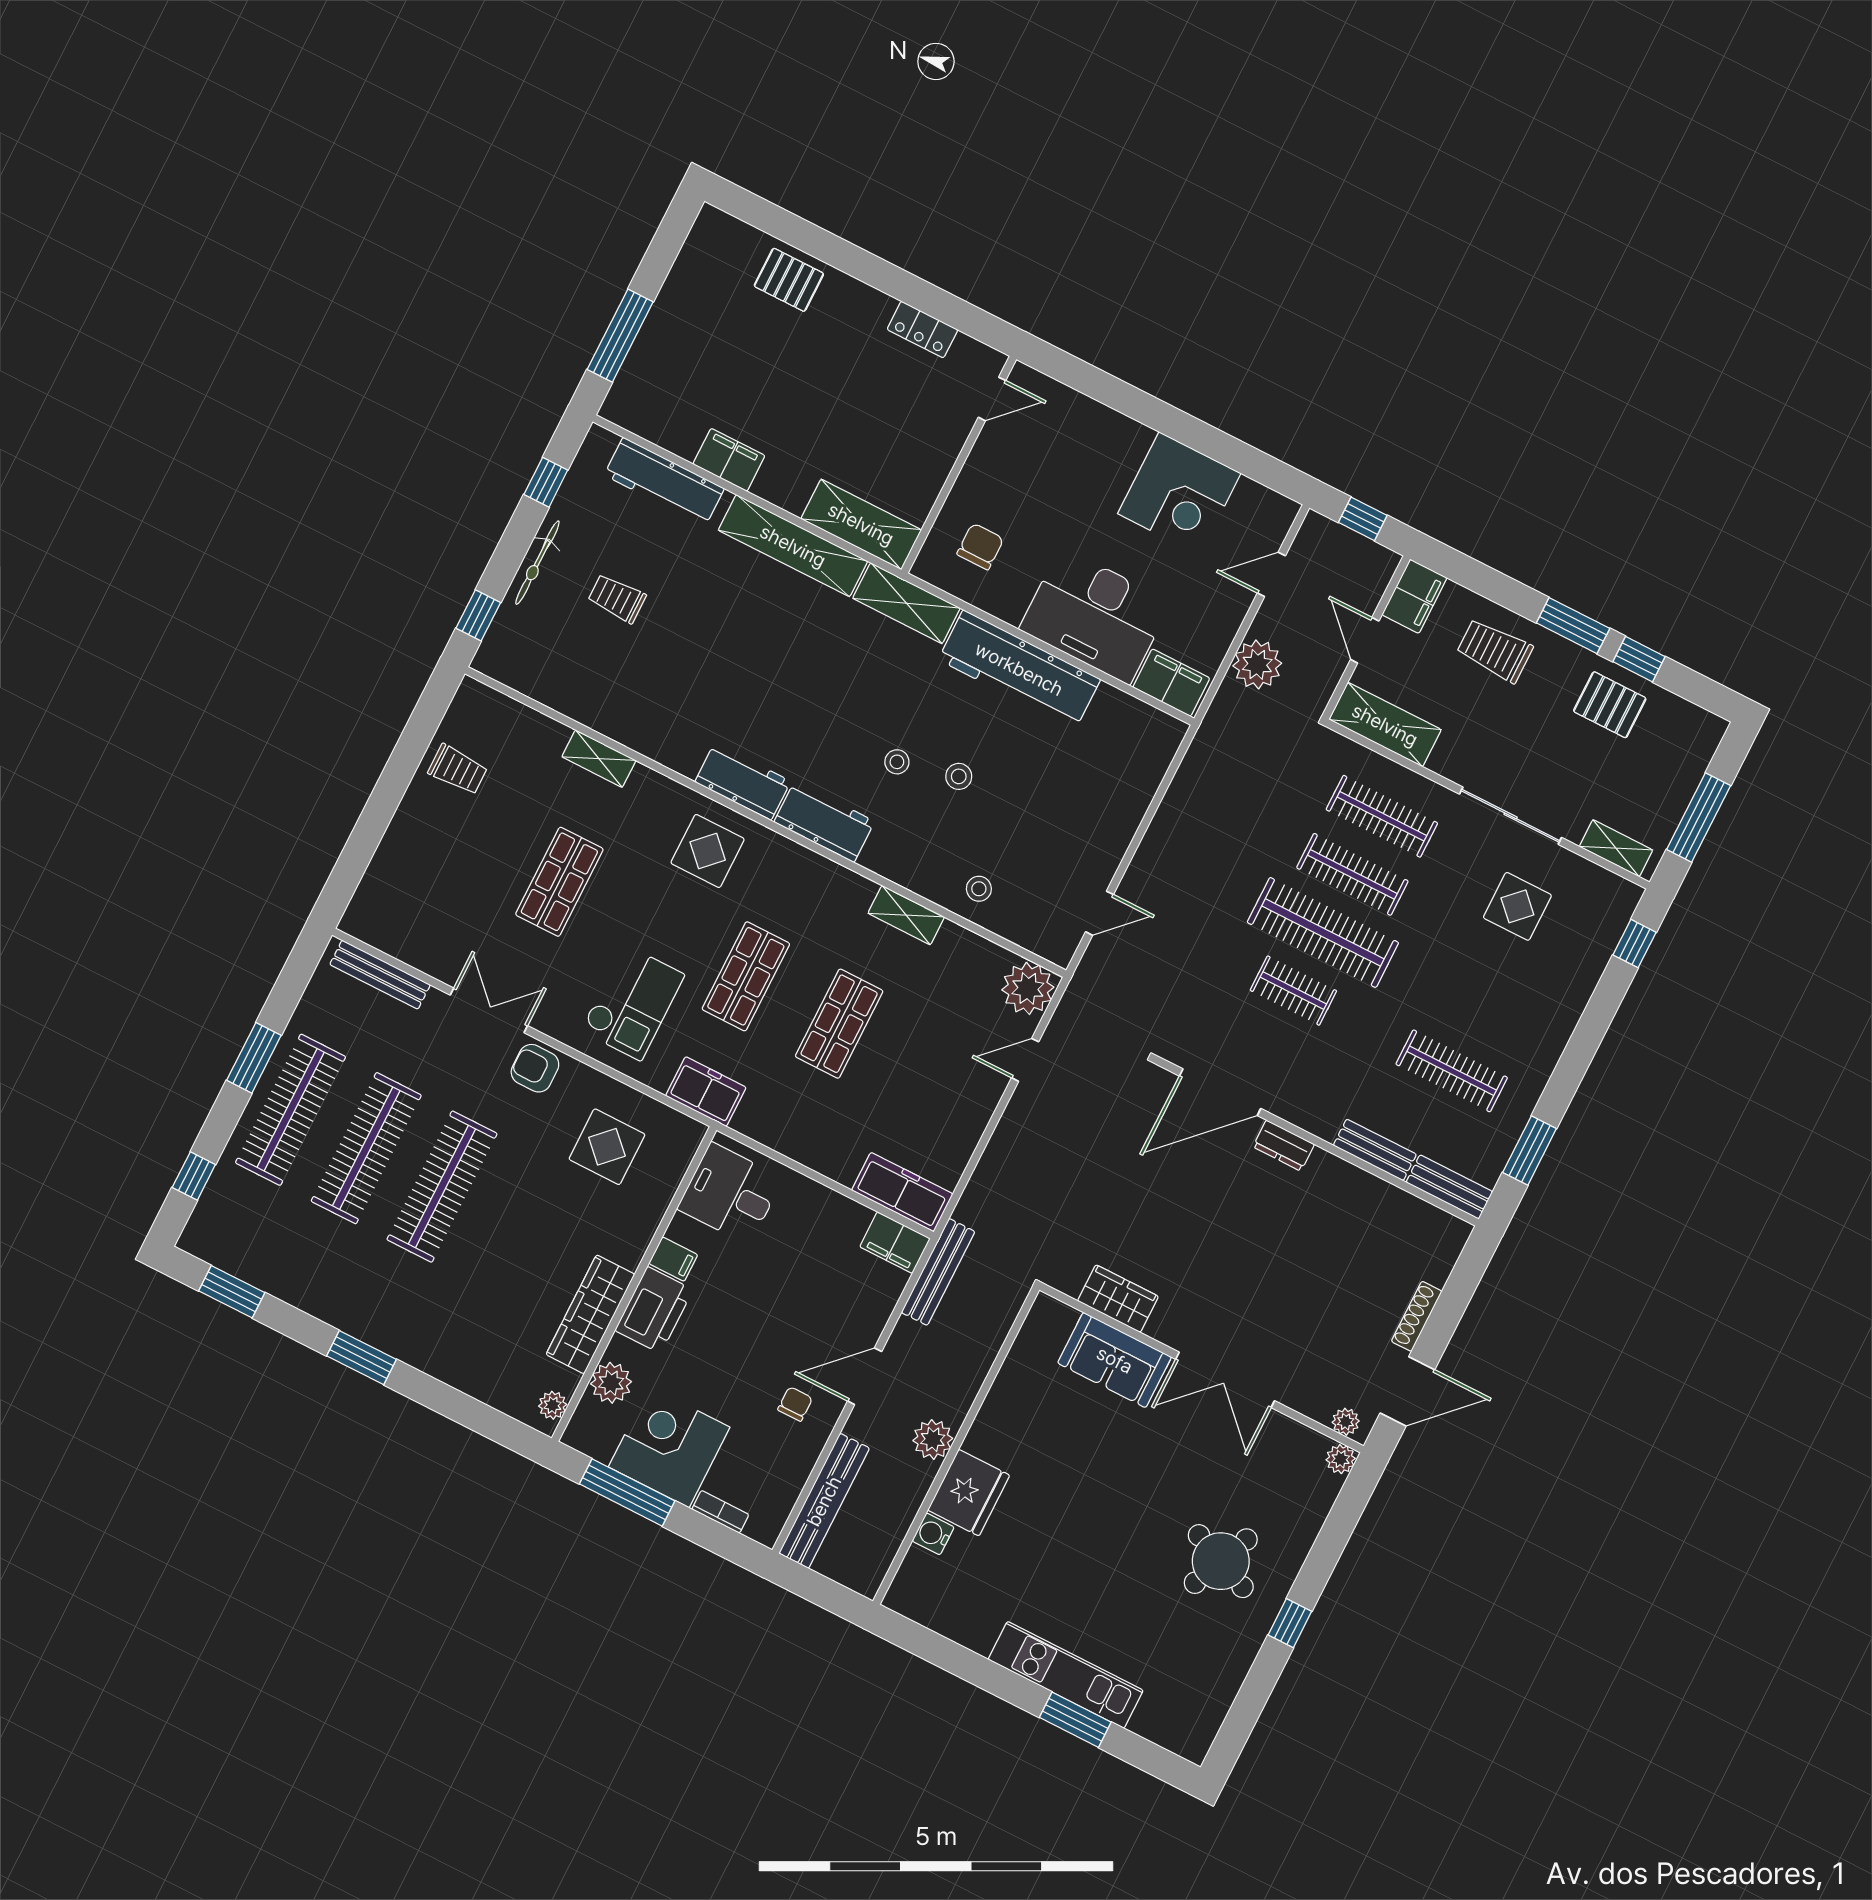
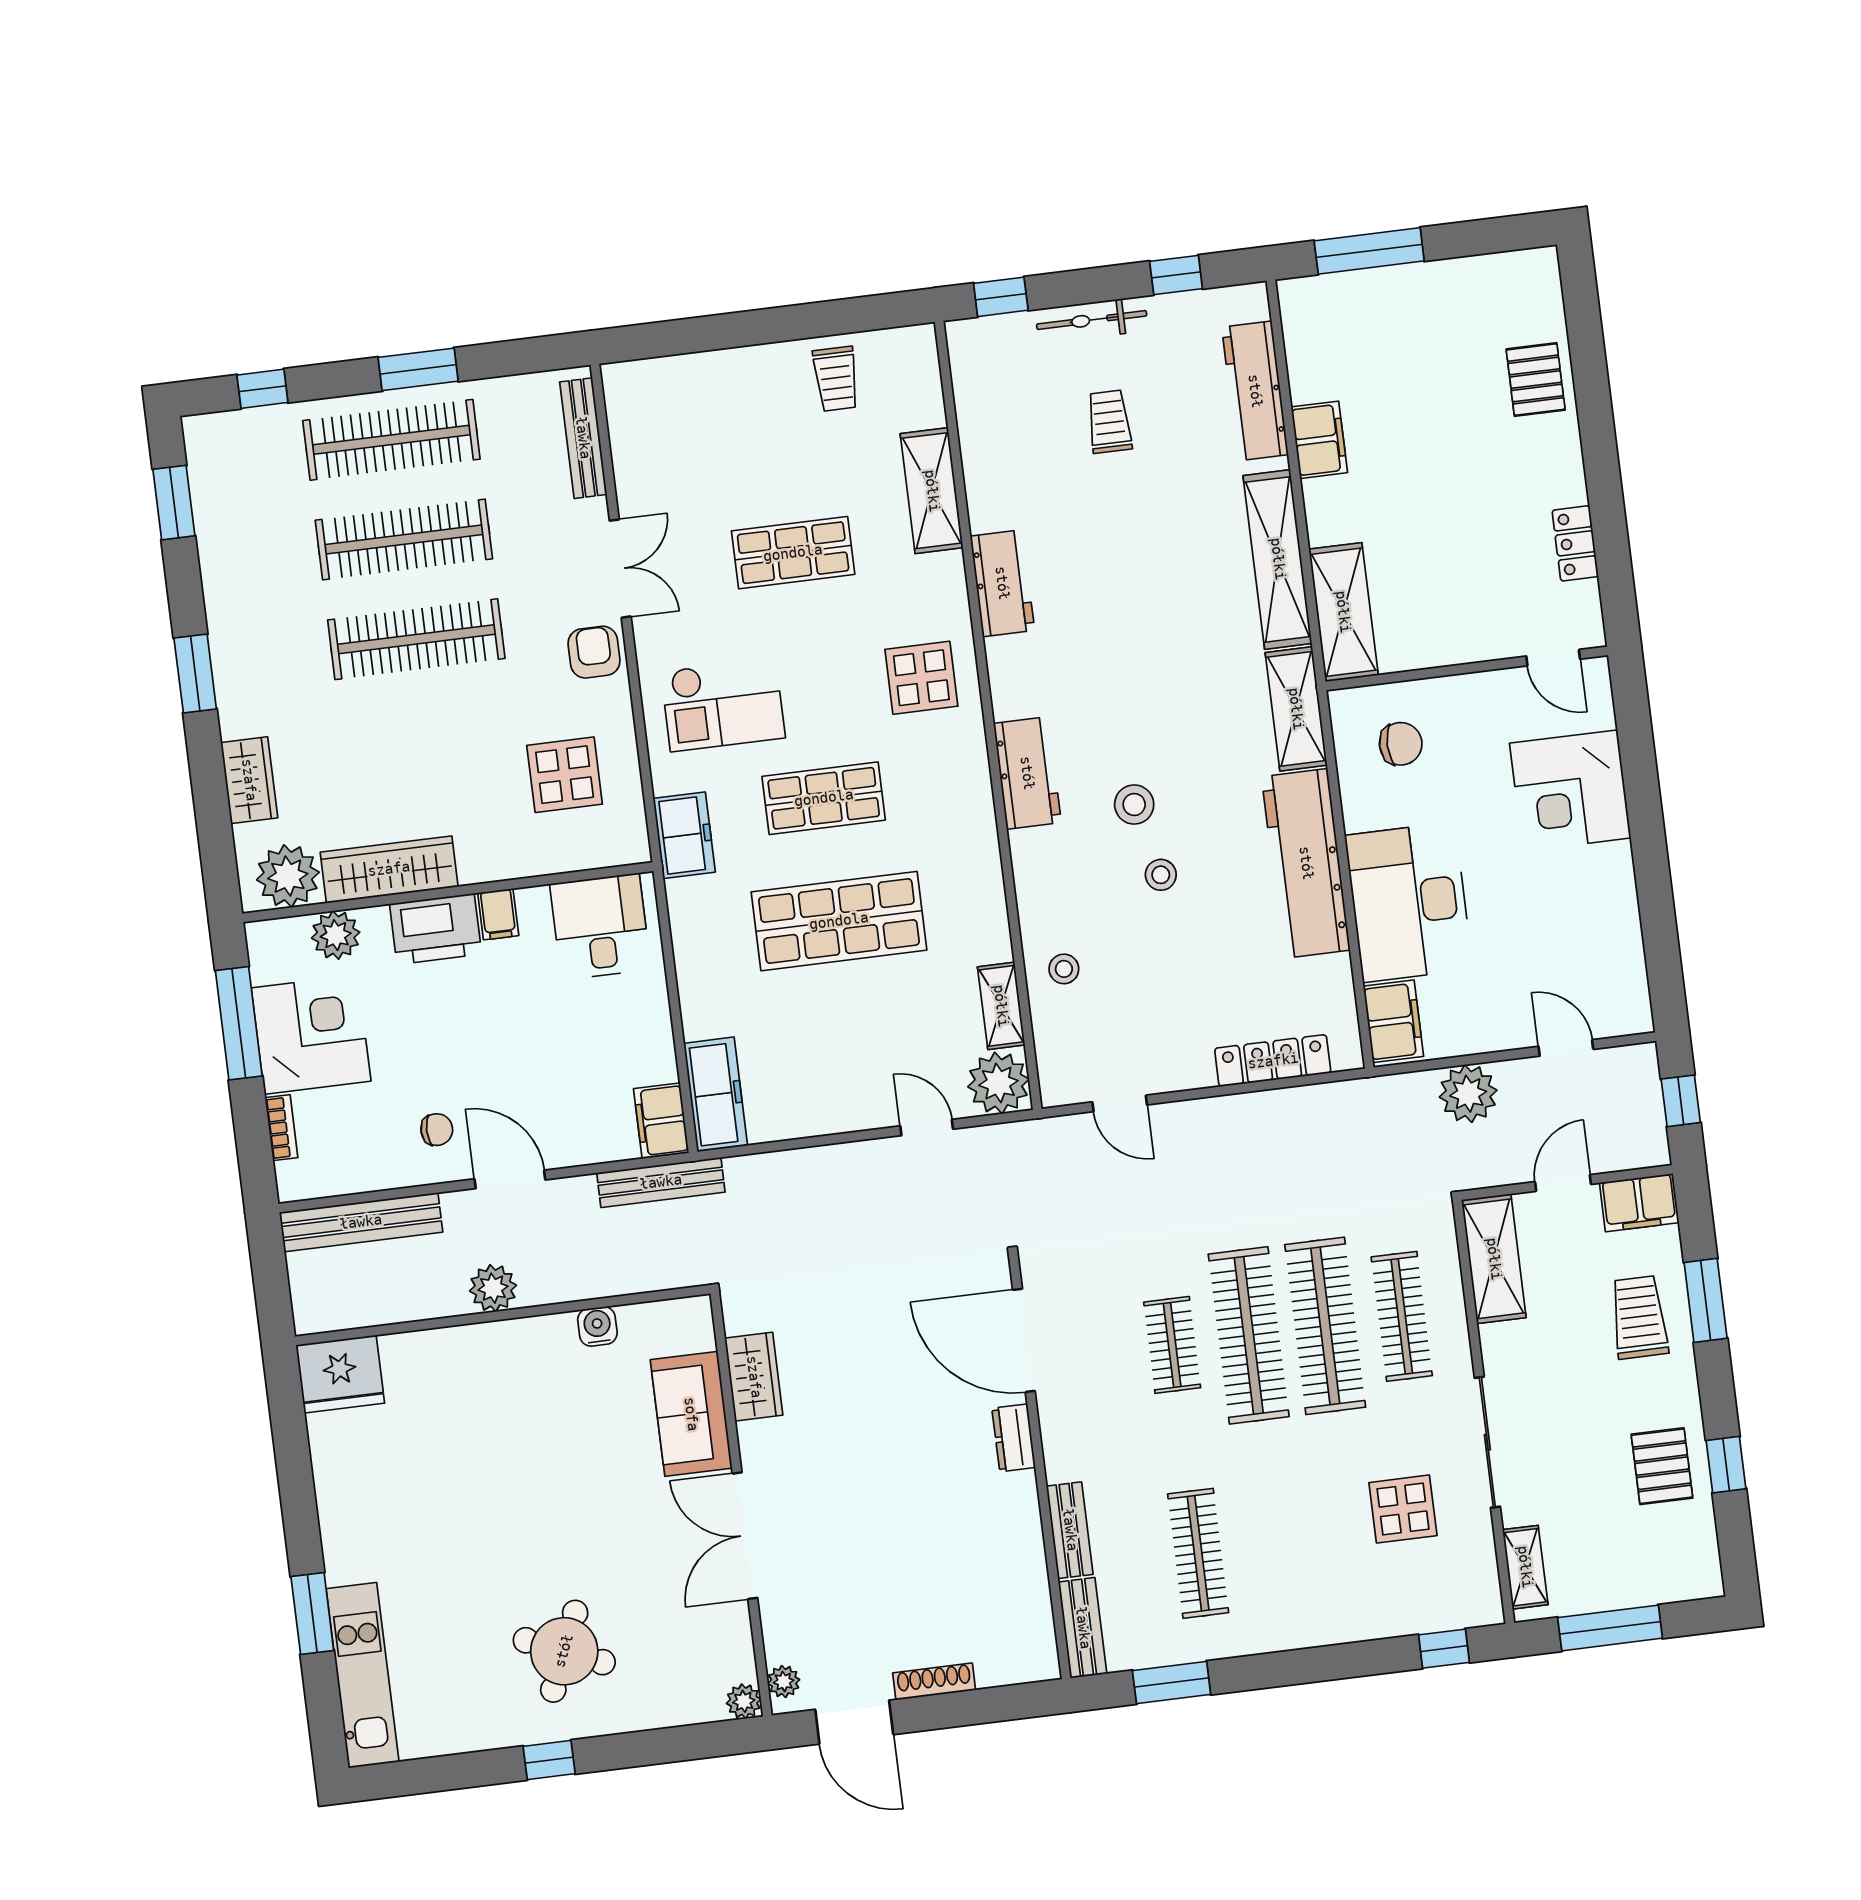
corner desk: (1179, 493) -> (1570, 791), moved
window: (1573, 626) -> (1706, 1300), moved
shelving: (599, 759) -> (932, 491), width x1.50, depth x1.33
stool: (897, 762) -> (1134, 805), width x1.37, depth x1.37
workbench: (743, 782) -> (1002, 583), moved
locker: (1142, 786) -> (1273, 1061), added
clothes rail: (1352, 874) -> (1325, 1326), width x1.37, depth x1.31
shelving: (906, 915) -> (1001, 1006), moved
shop shelf: (839, 1024) -> (839, 921), width x1.43, depth x1.36
wardrobe: (462, 1370) -> (249, 780), added
plant: (553, 1405) -> (288, 876), width x1.88, depth x1.88
fridge: (969, 1493) -> (340, 1374), moved
water cooler: (933, 1534) -> (597, 1326), moved
kitchen unit: (1066, 1675) -> (363, 1675), moved

